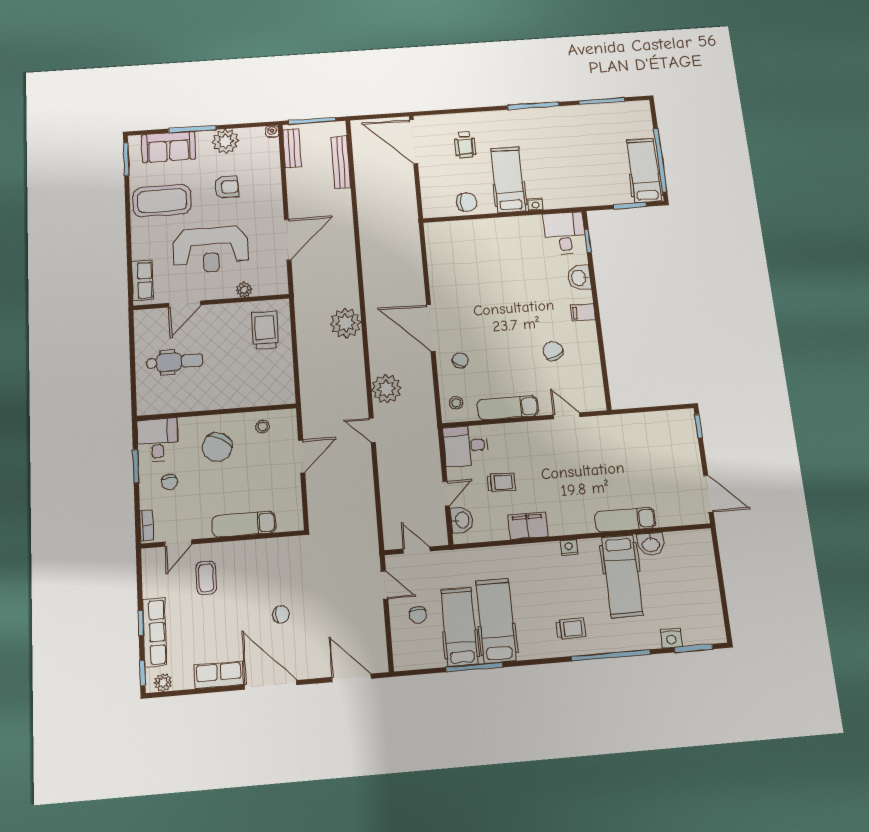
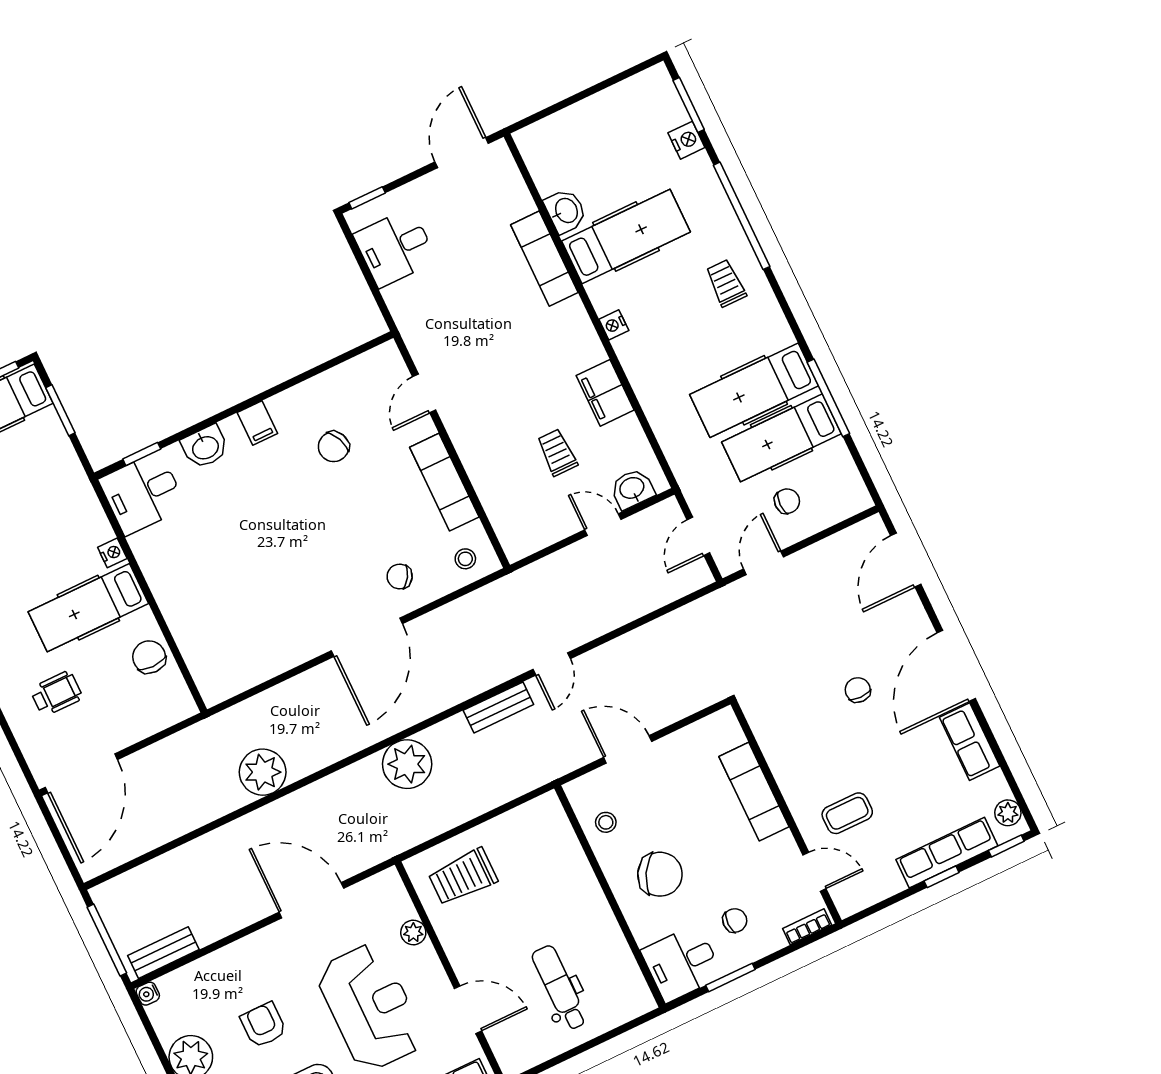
bench: (341, 162) -> (498, 707), moved, width x0.73
plant: (386, 389) -> (263, 772), moved
desk: (466, 446) -> (395, 248), moved, turned 90

